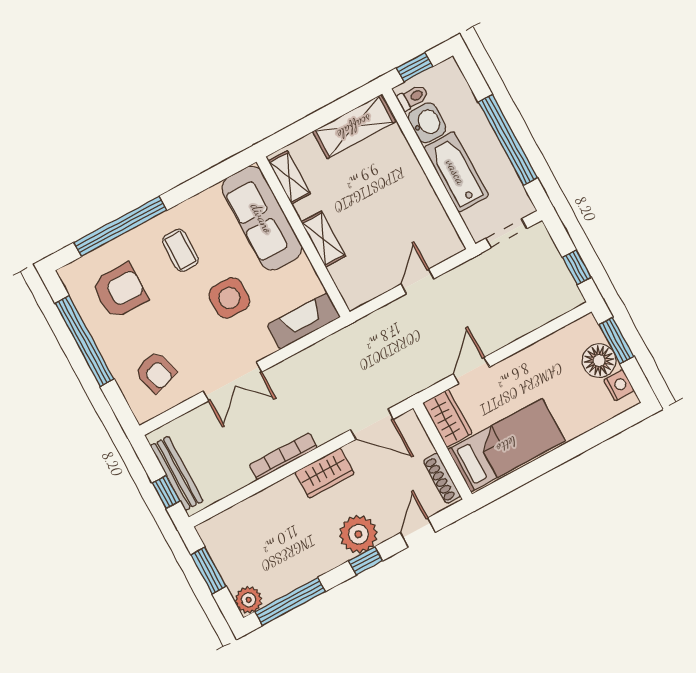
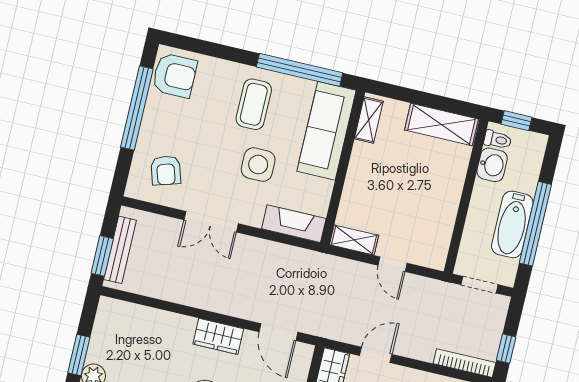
bathtub: (456, 172) -> (512, 224), moved, turned 180
window: (120, 226) -> (300, 70), moved
shelving: (323, 239) -> (354, 240), moved, turned 90
coffee table: (180, 250) -> (254, 104), width x1.36, depth x1.30
door: (418, 281) -> (393, 264), swing flipped
armchair: (120, 291) -> (175, 75), moved
bookcase: (283, 456) -> (464, 363), moved
window: (166, 492) -> (102, 256), width x1.50
window: (209, 570) -> (79, 355), moved

